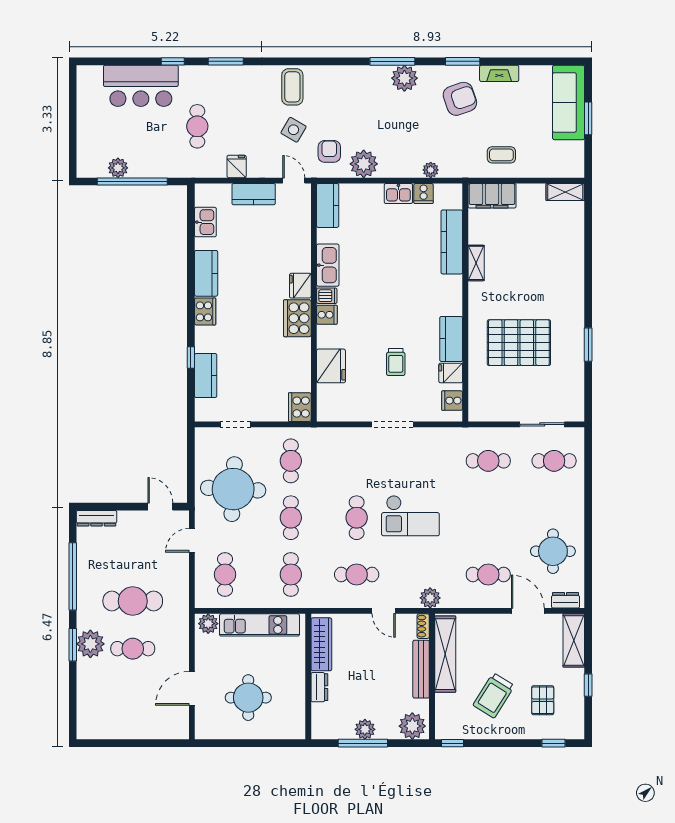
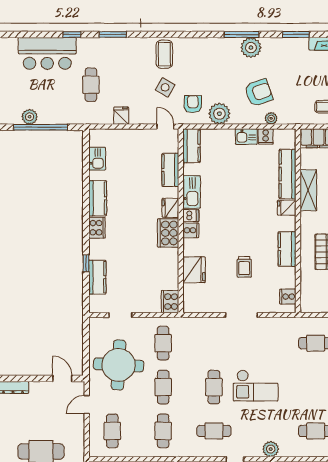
armchair: (460, 99) -> (259, 93), moved
kitchen counter: (254, 194) -> (170, 170), moved, turned 90
shelving: (476, 263) -> (308, 190), width x1.50, depth x1.33
fridge: (451, 373) -> (287, 208), moved

